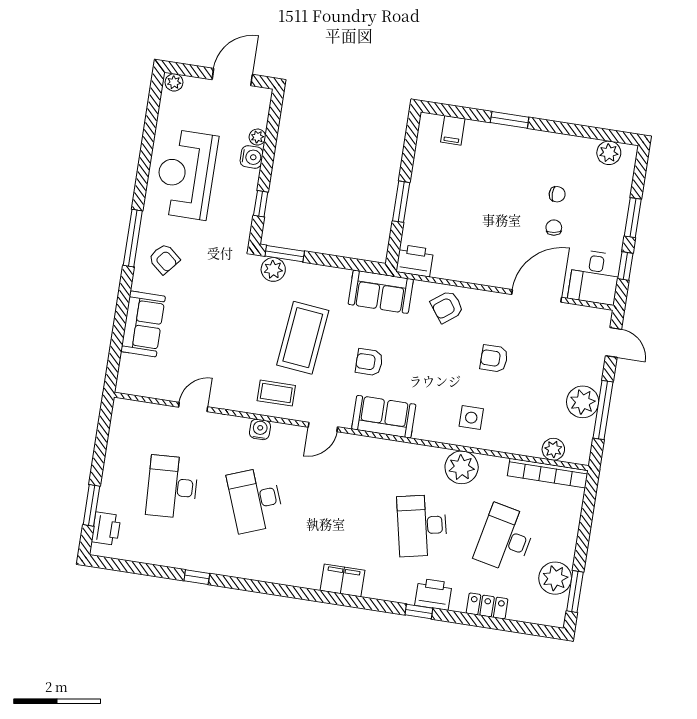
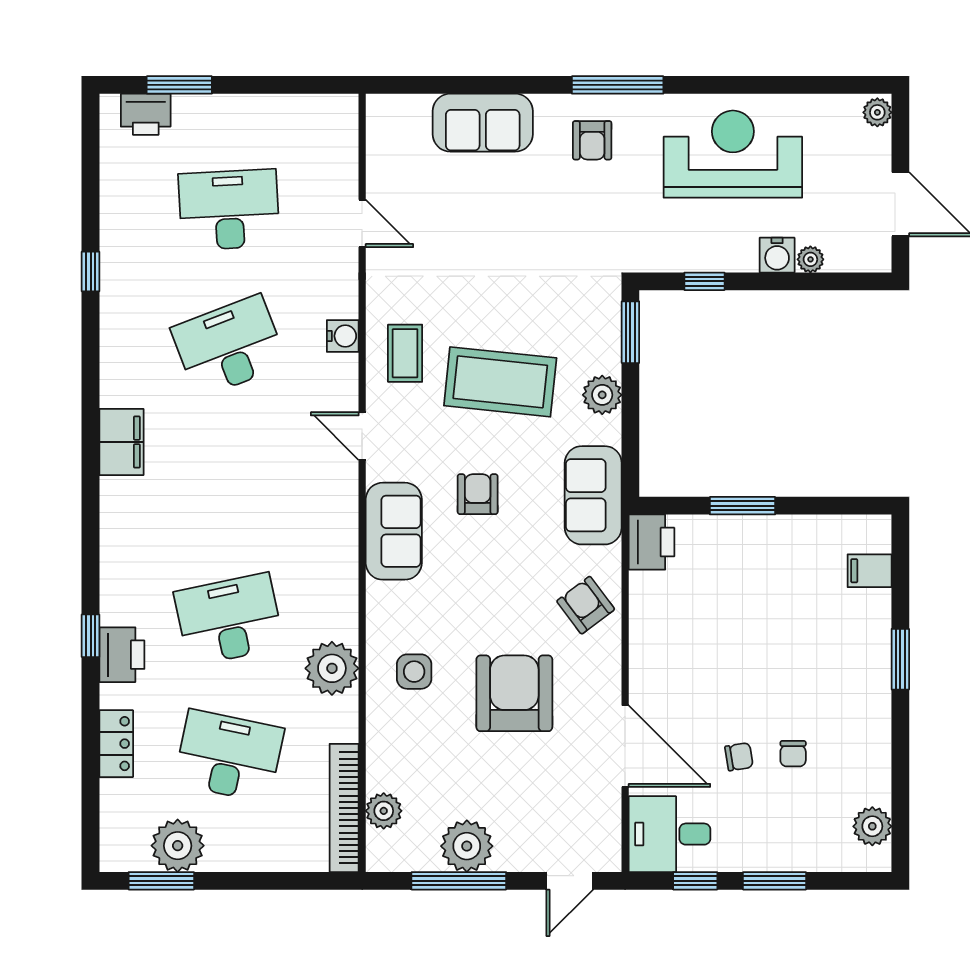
armchair: (164, 259) -> (592, 140), turned -40
plant: (273, 269) -> (602, 395), moved
armchair: (494, 359) -> (514, 693), width x1.88, depth x1.88
filing cabinet: (343, 580) -> (121, 442), moved

